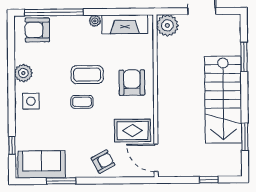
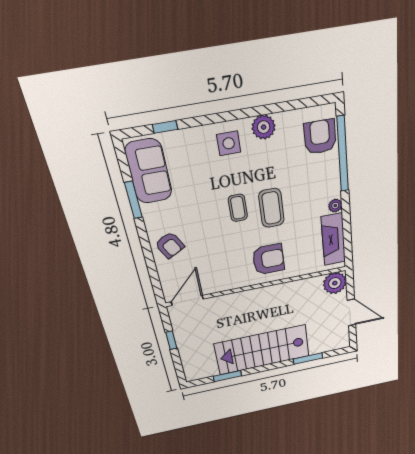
rug: (133, 131) -> (214, 270), removed
window: (209, 180) -> (171, 340), moved

